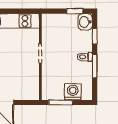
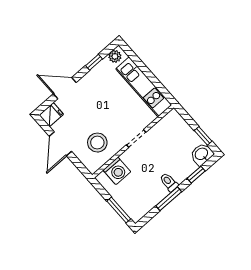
stool: (22, 79) -> (97, 143), added
washing machine: (73, 92) -> (117, 171), moved, turned 90
window: (61, 103) -> (119, 210), moved

